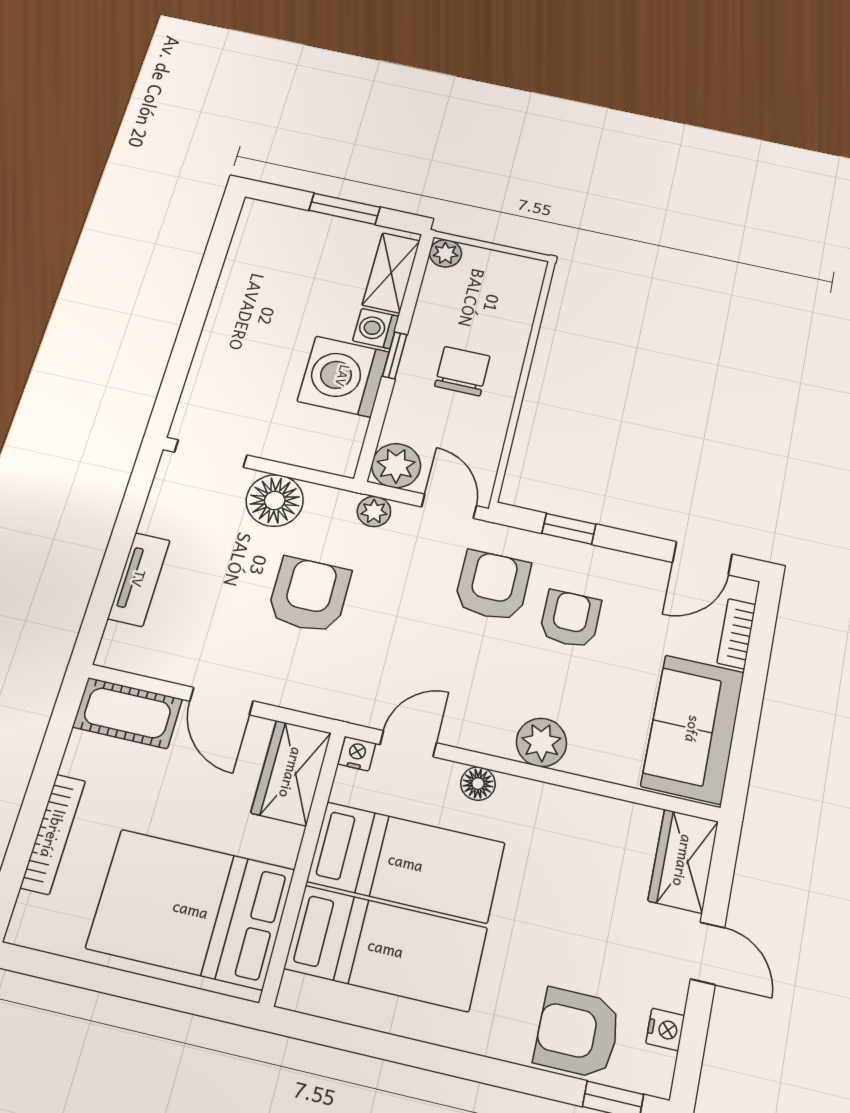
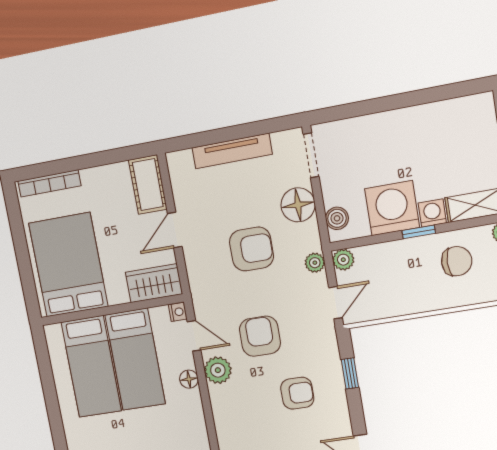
chair: (462, 371) -> (457, 261), moved
boiler: (322, 455) -> (337, 218), added
plant: (396, 466) -> (343, 260), width x0.73, depth x0.73
tv unit: (139, 579) -> (232, 151), width x1.41
armchair: (493, 586) -> (260, 336), moved, turned -90
plant: (541, 742) -> (218, 370), moved
bookcase: (53, 834) -> (49, 183), moved

